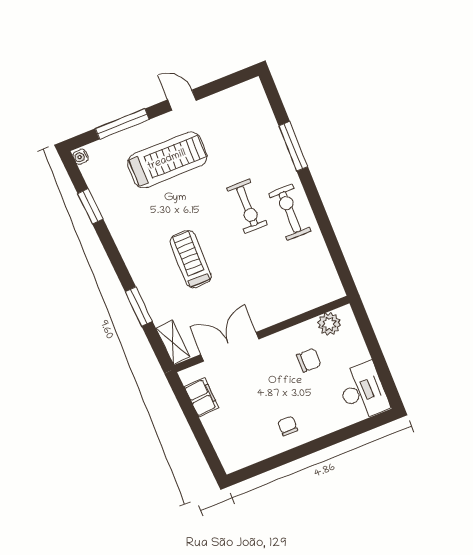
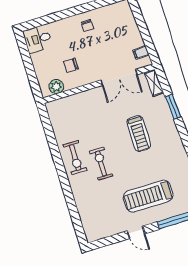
window: (293, 146) -> (70, 198), removed
desk: (363, 391) -> (38, 39), width x0.73
filing cabinet: (202, 397) -> (141, 53), width x0.50

